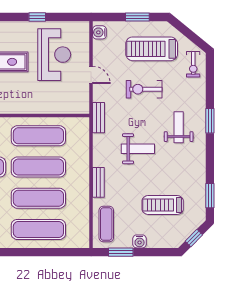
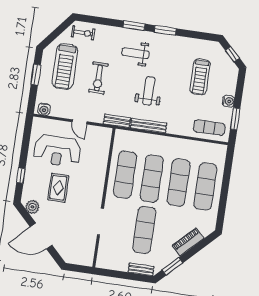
window: (37, 17) -> (21, 176), moved
reception desk: (54, 55) -> (57, 151), turned 180
door: (91, 75) -> (79, 122), swing flipped
bench: (98, 182) -> (149, 126), moved, width x1.36
window: (210, 196) -> (165, 30), moved

